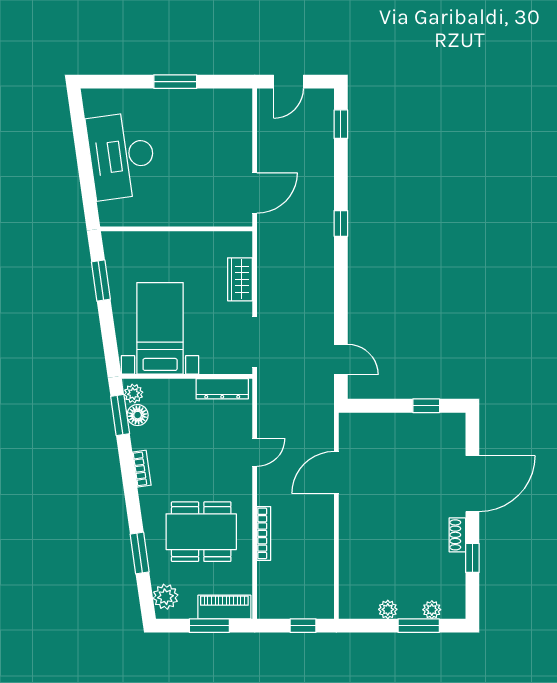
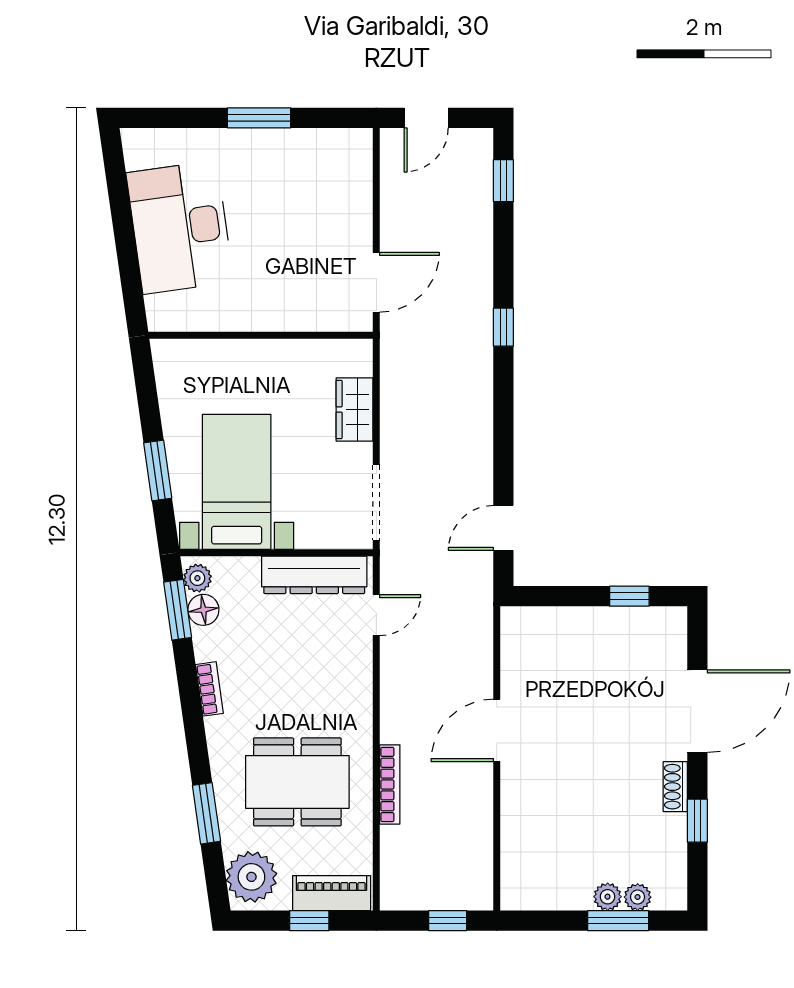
window: (101, 280) -> (158, 470), moved
door: (341, 360) -> (503, 528), swing flipped
dresser: (222, 389) -> (314, 575), width x1.37, depth x1.24
door: (255, 452) -> (376, 615), moved
door: (336, 473) -> (497, 730), moved
plant: (166, 597) -> (251, 877), width x1.36, depth x1.36
plant: (388, 609) -> (608, 897), moved
window: (209, 626) -> (309, 921), width x0.67

